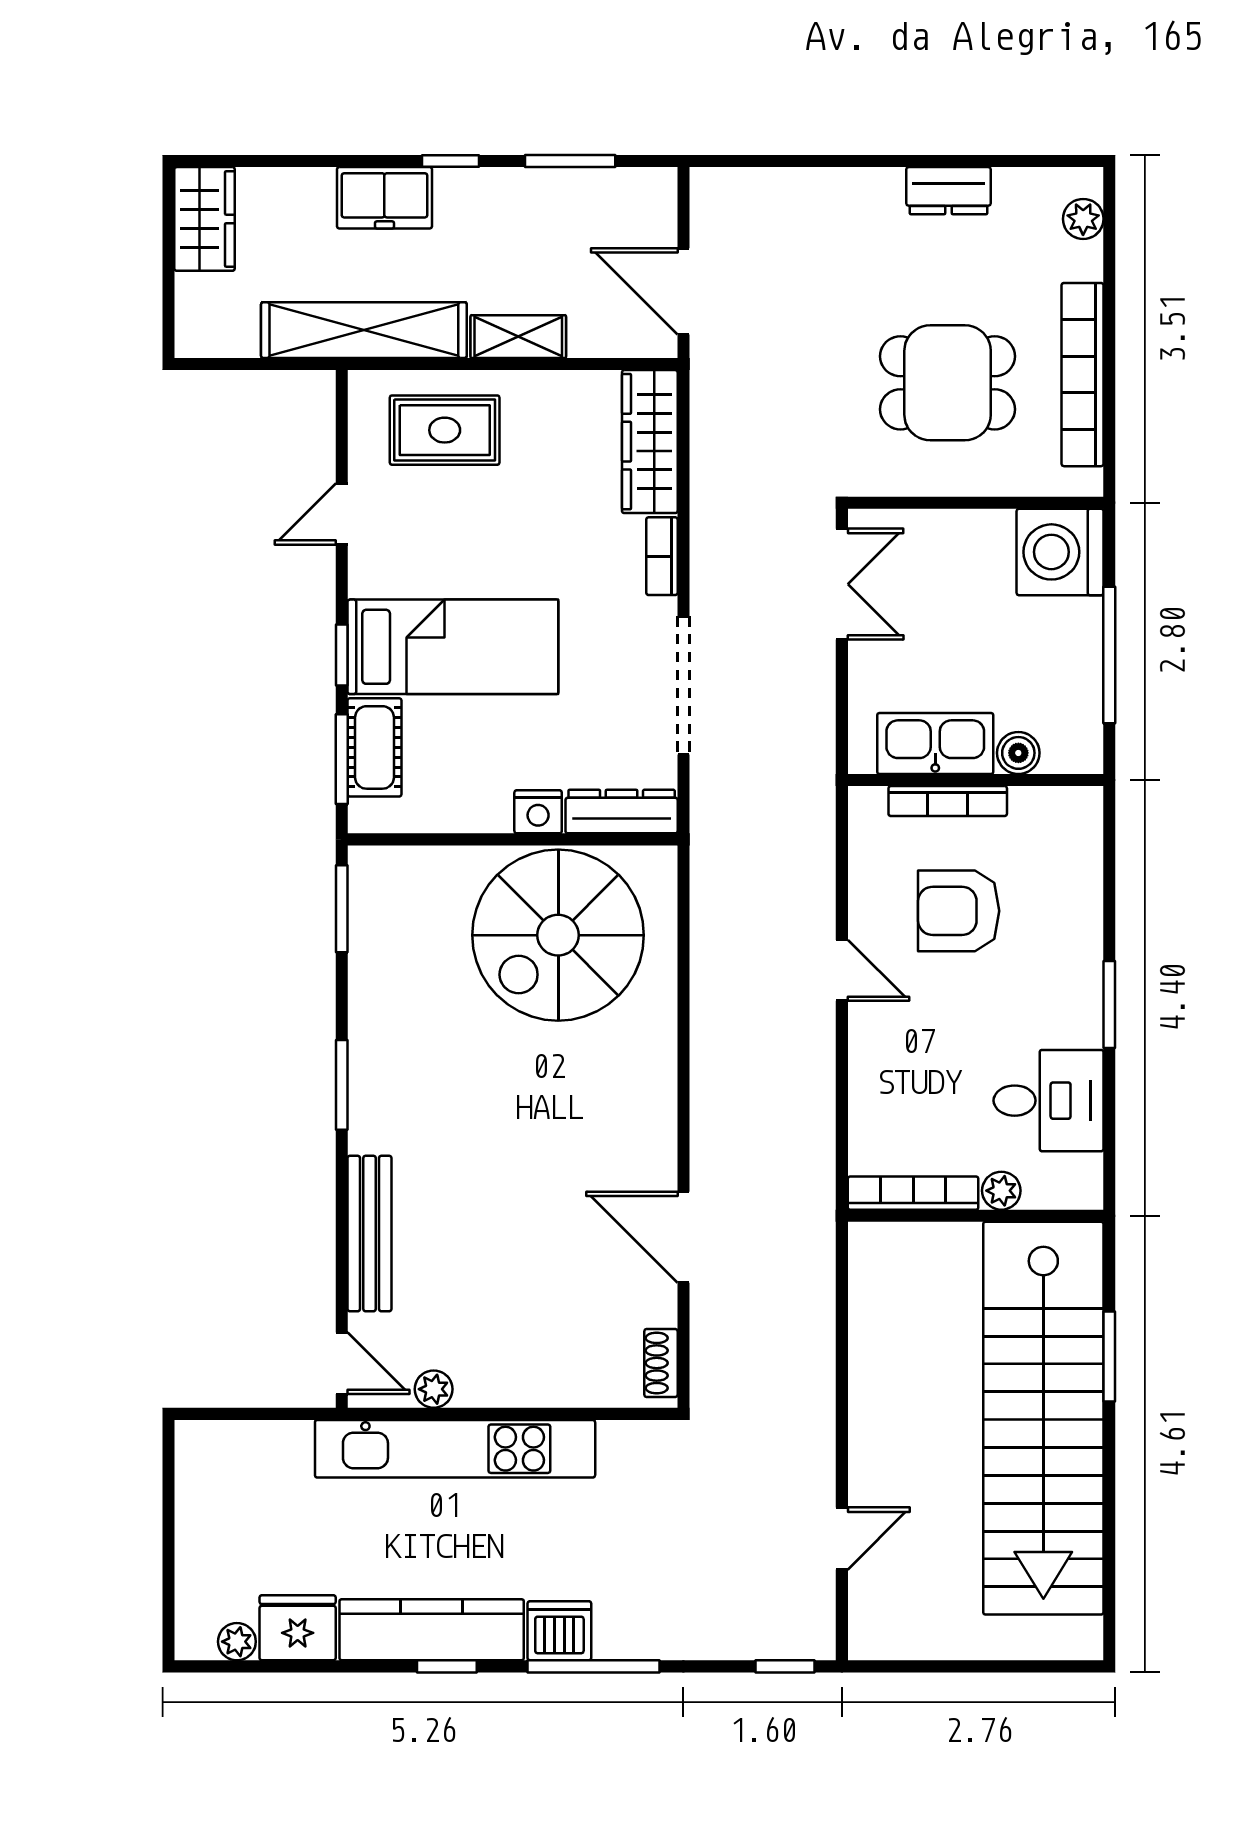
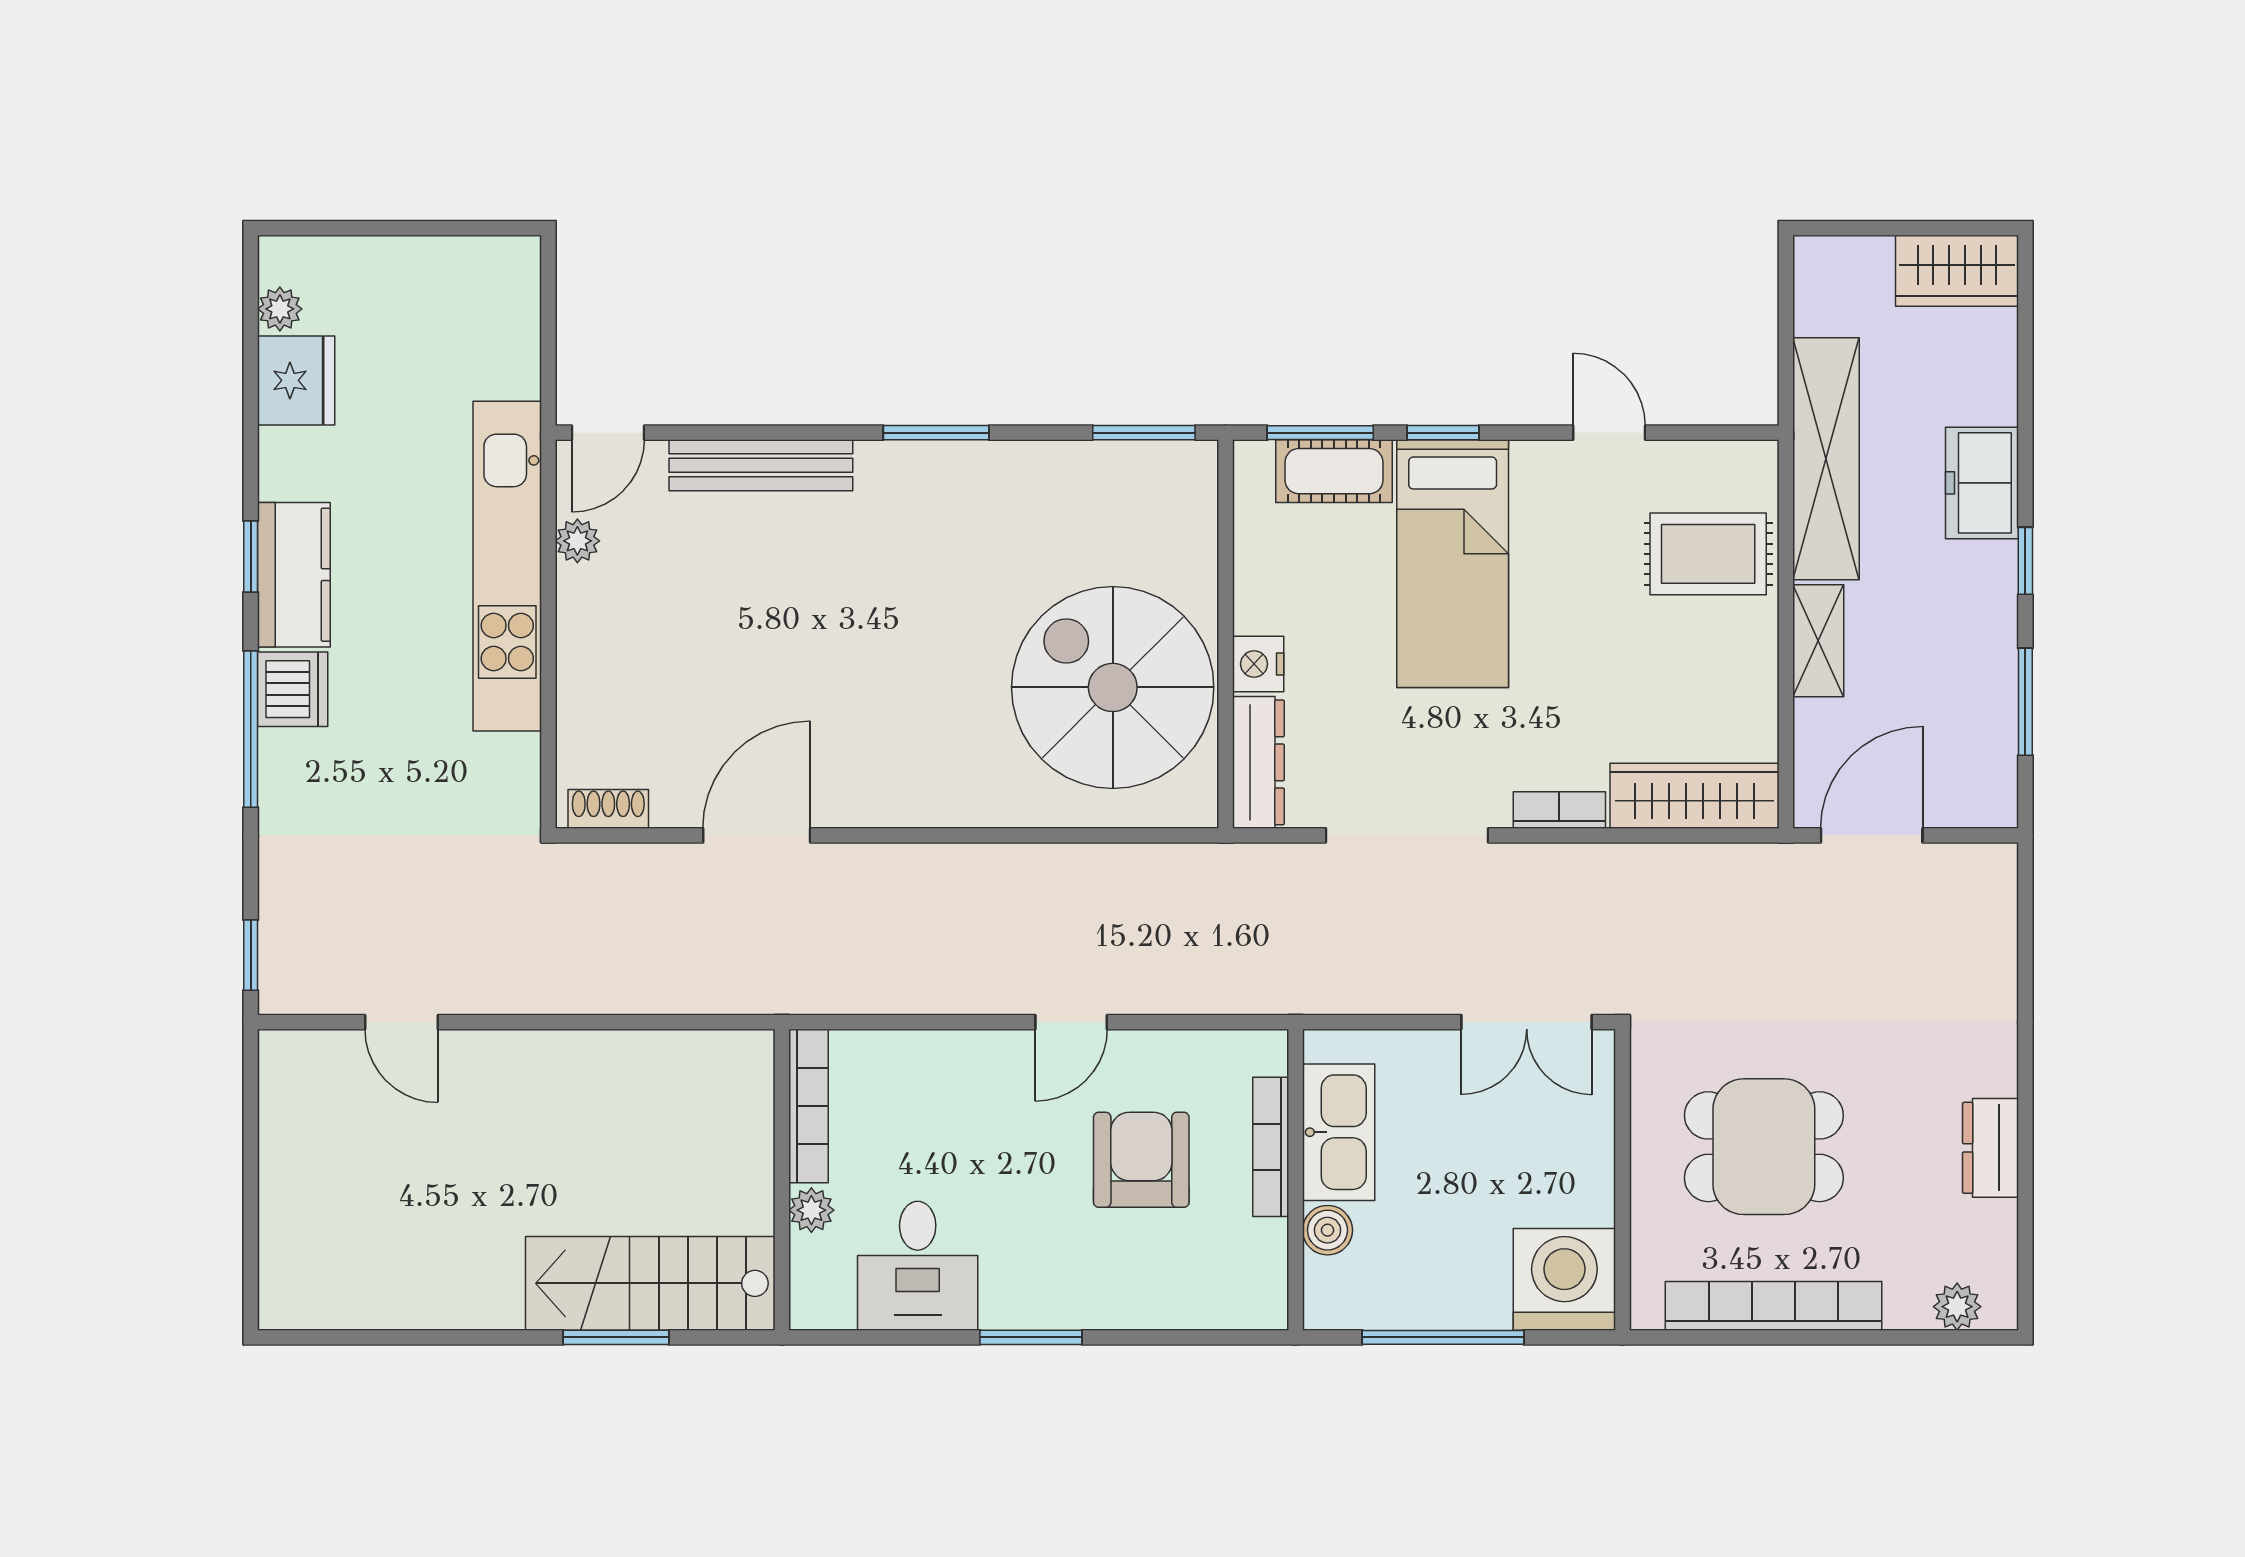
dining table: (948, 383) -> (1764, 1147), turned 90
rug: (445, 430) -> (1708, 554), turned 90
stairs: (1043, 1418) -> (650, 1283), width x0.54, depth x0.66
kitchen counter: (432, 1630) -> (294, 575), width x0.67

